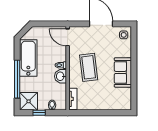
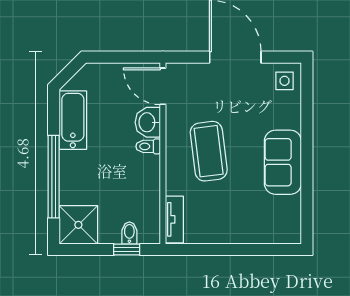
bathtub: (28, 58) -> (73, 120), width x0.73, depth x0.73
washbasin: (61, 76) -> (148, 122), moved
window: (39, 113) -> (127, 250), moved

